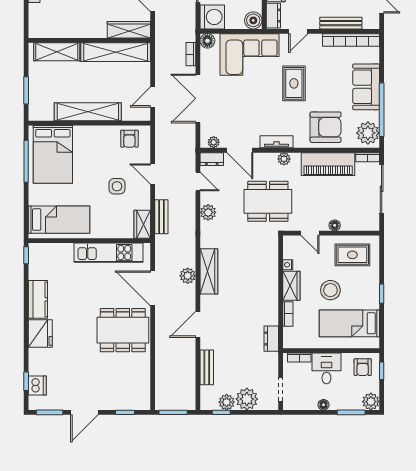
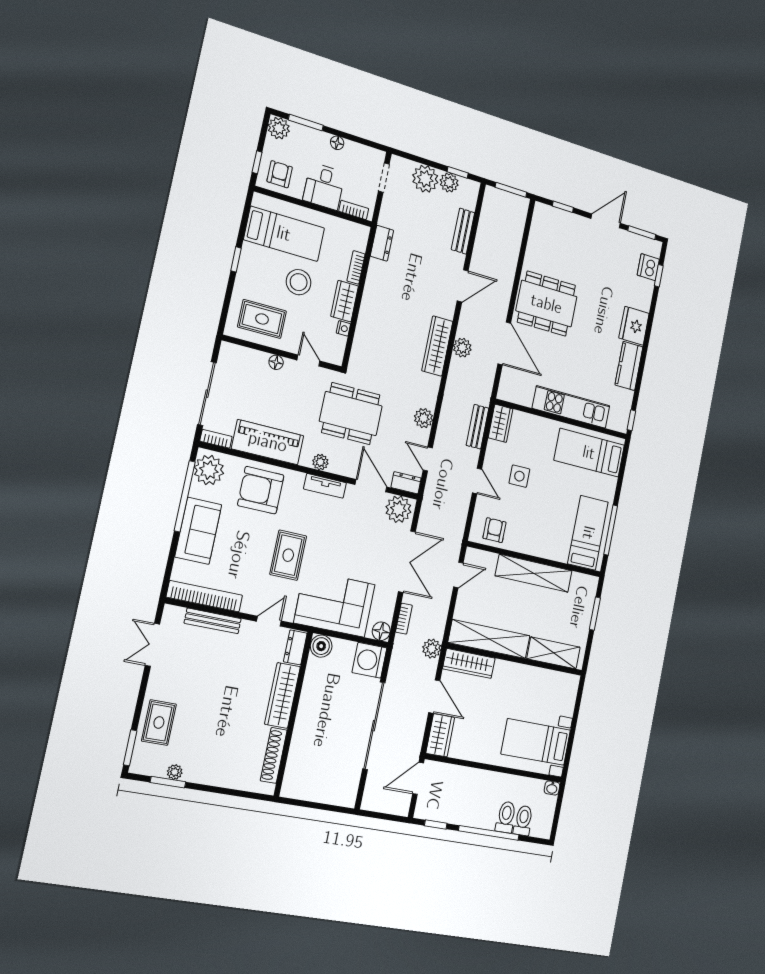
plant: (163, 35) -> (432, 649), added
plant: (214, 142) -> (398, 509), width x1.88, depth x1.88
bed: (53, 154) -> (588, 533), width x0.67
kitchen unit: (108, 253) -> (571, 407), moved

